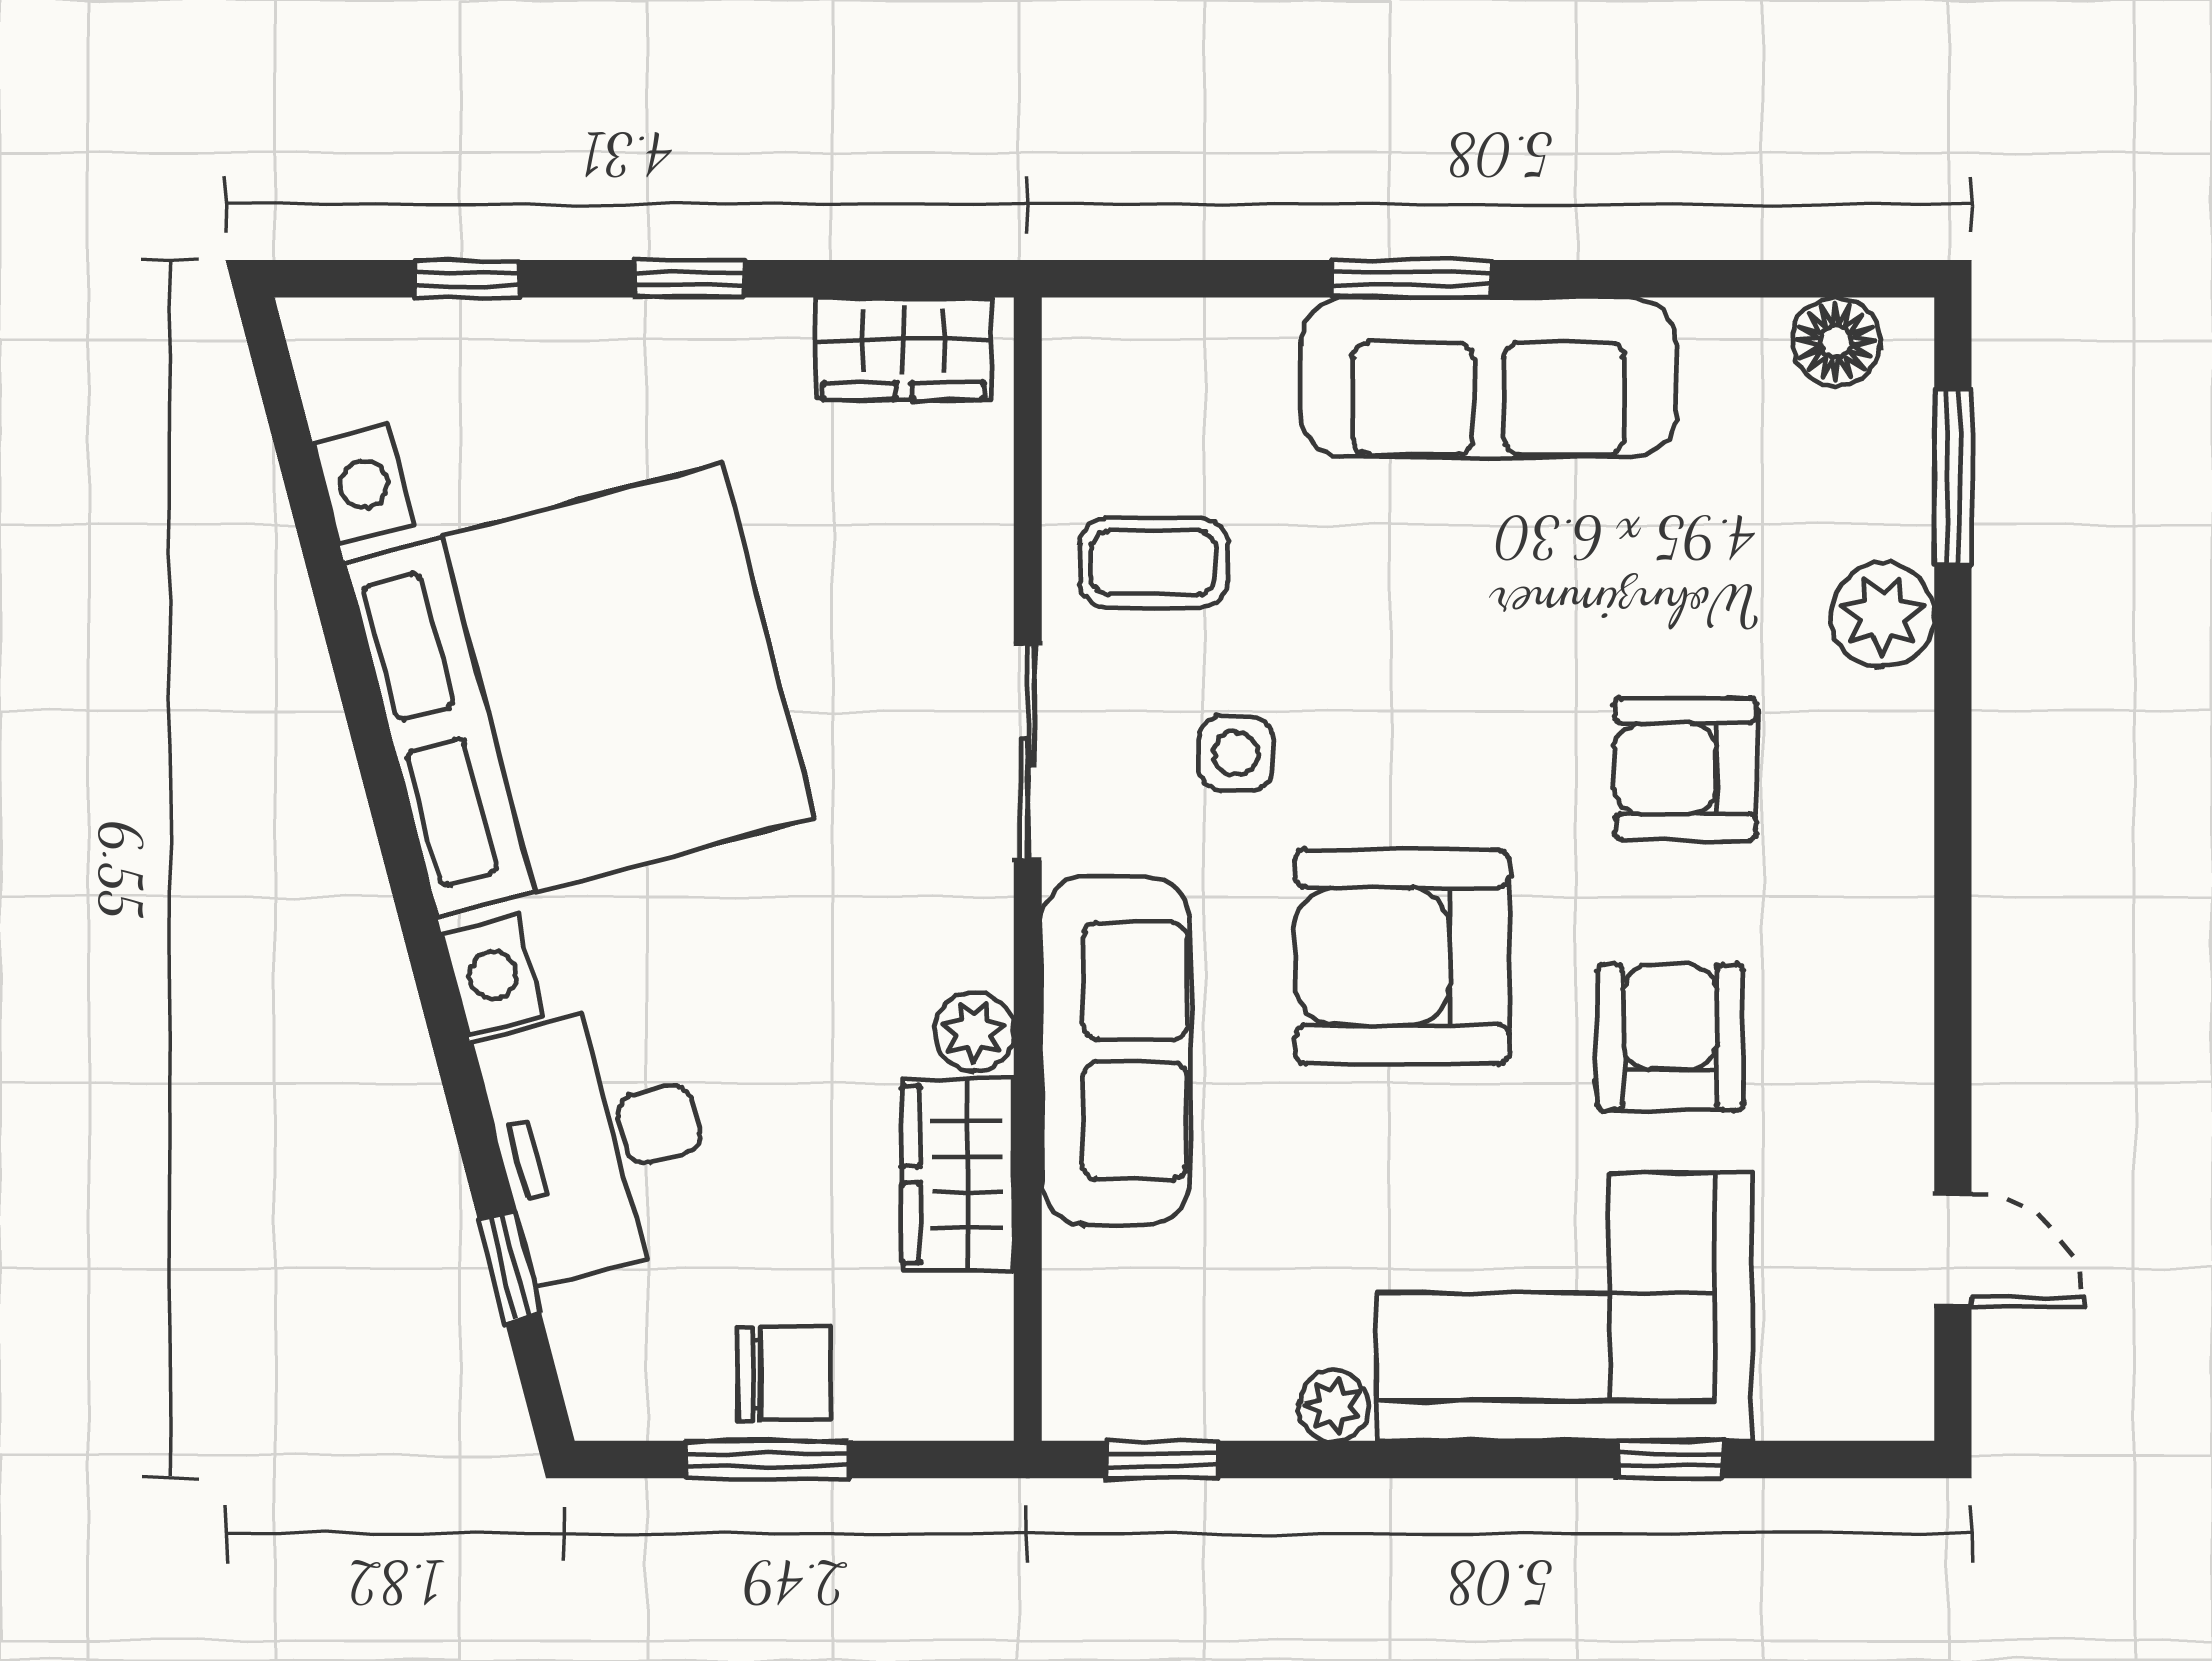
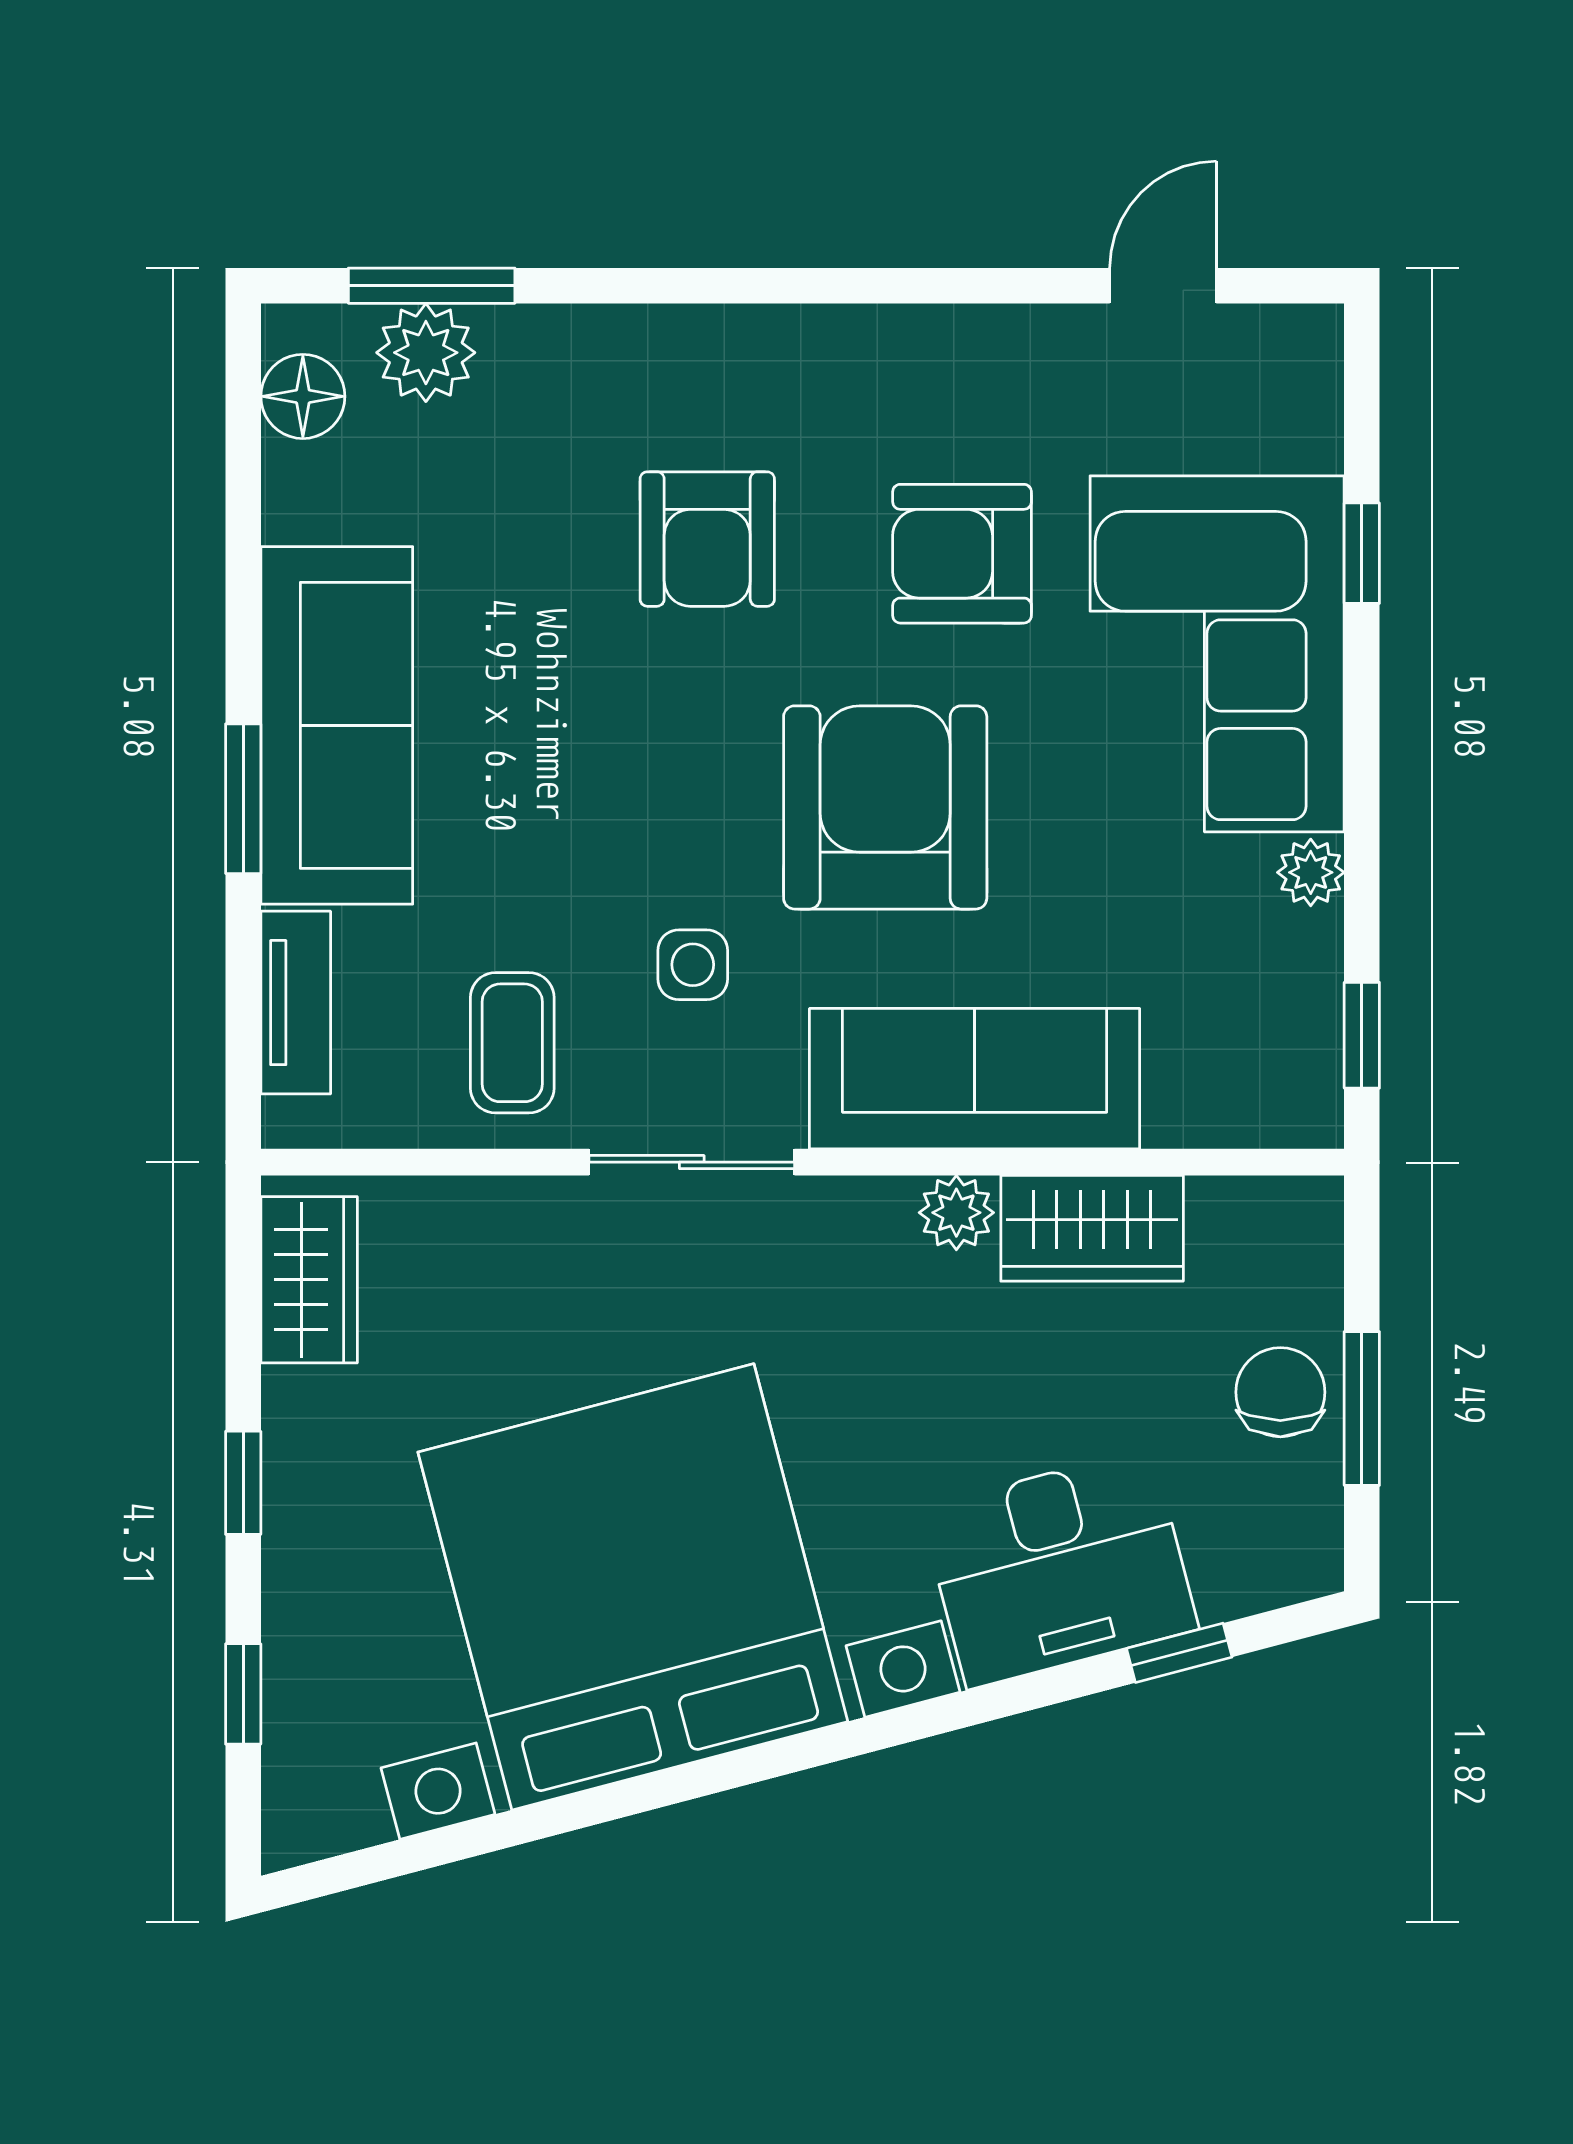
tv unit: (1196, 334) -> (296, 1003), added
plant: (1882, 615) -> (426, 353), moved
armchair: (1402, 956) -> (885, 807), turned 180

